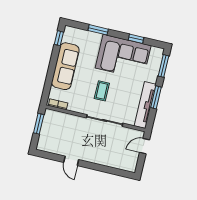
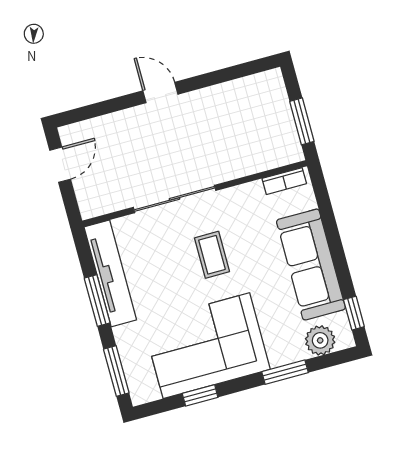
plant: (78, 35) -> (320, 340), added
door: (144, 146) -> (60, 165), moved
door: (71, 161) -> (160, 92), moved

